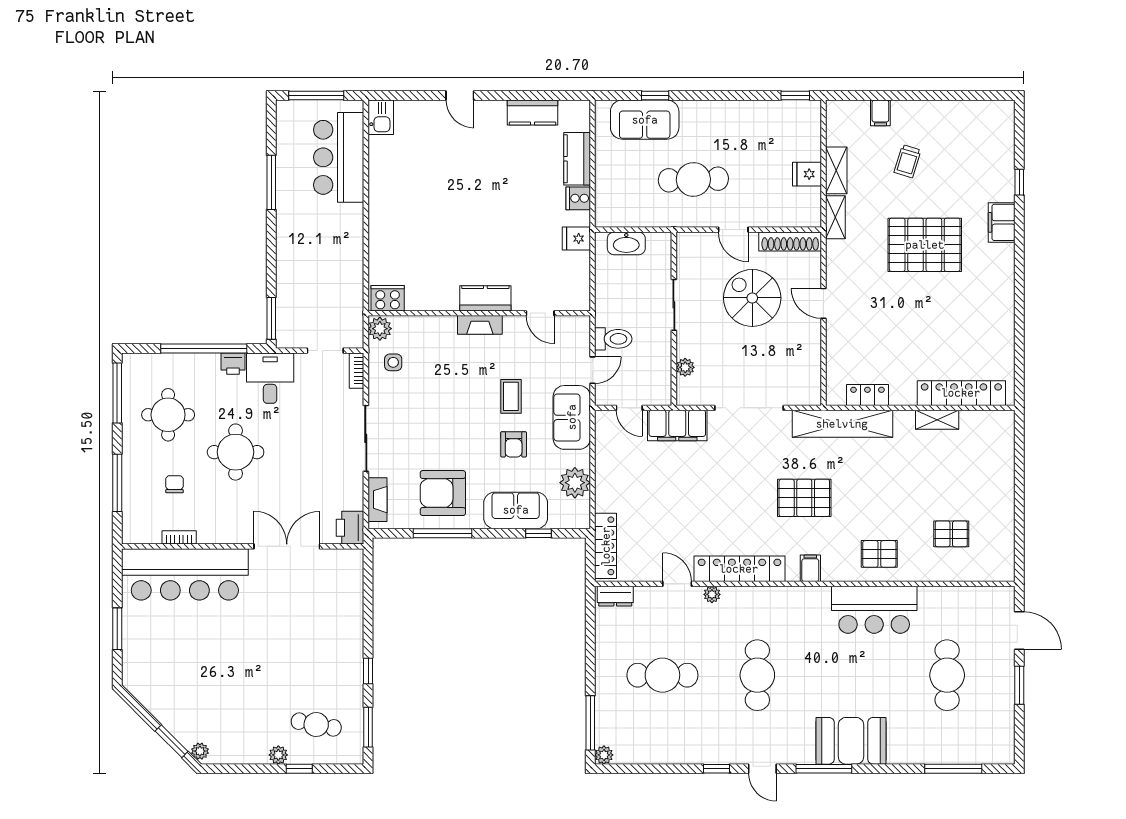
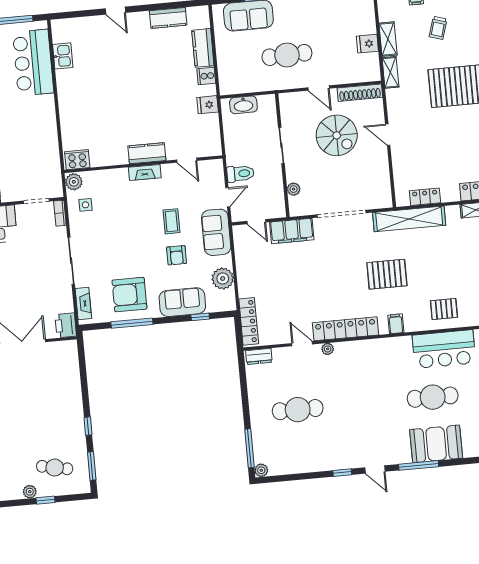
kitchen sink: (381, 117) -> (63, 56), moved
spiral stairs: (752, 298) -> (337, 135), turned 180
cafe table: (757, 675) -> (433, 397), moved, turned 90

